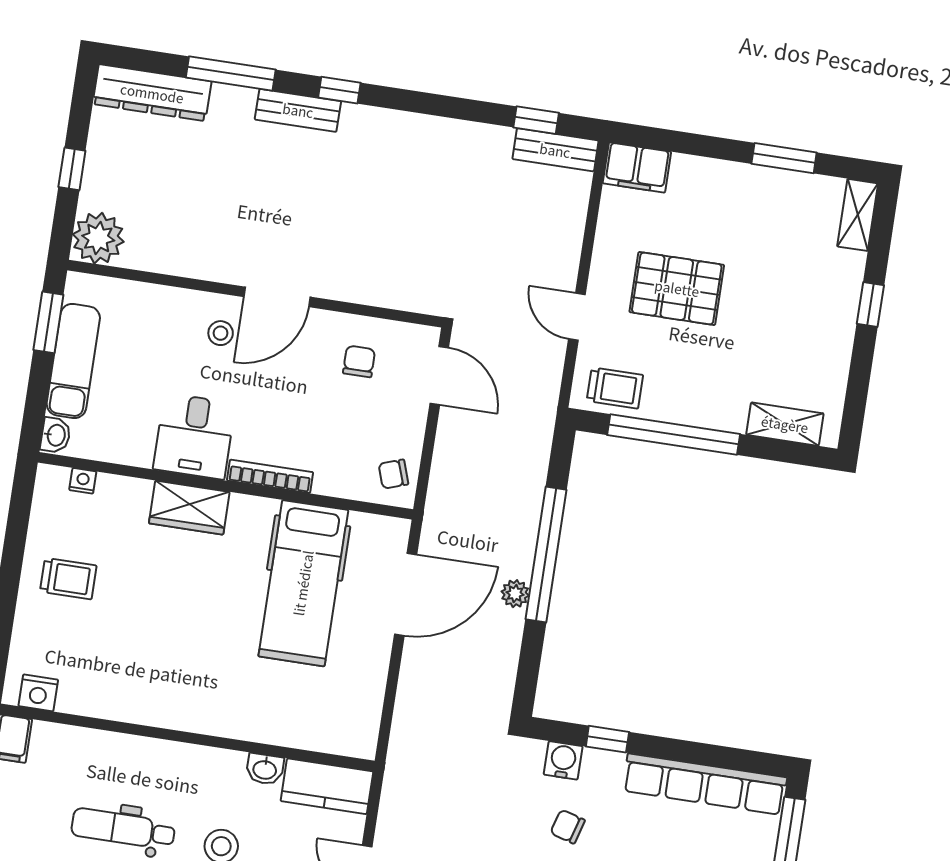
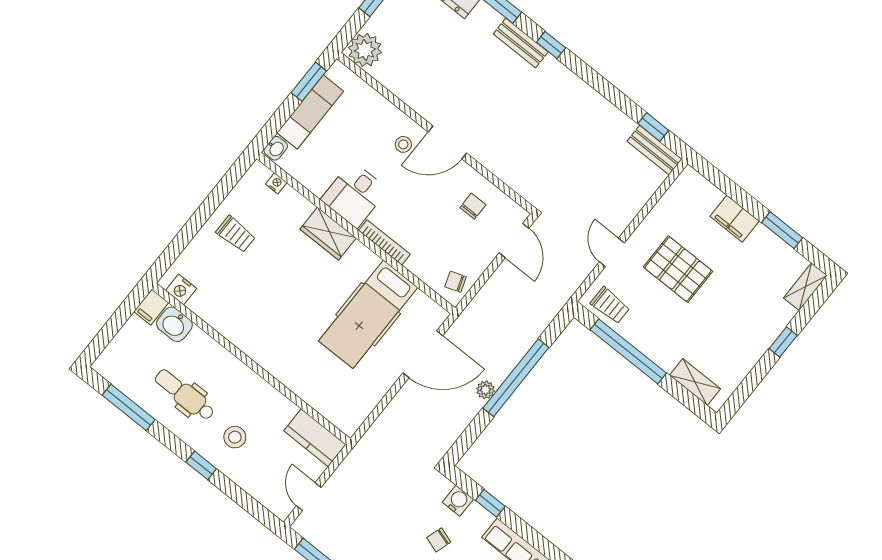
filing cabinet: (637, 167) -> (735, 219), moved
washbasin: (265, 769) -> (174, 324), moved, width x1.38, depth x1.45
chair: (568, 827) -> (439, 540), turned -88

